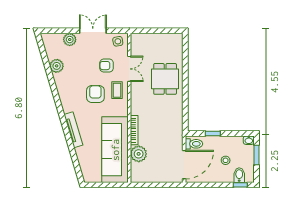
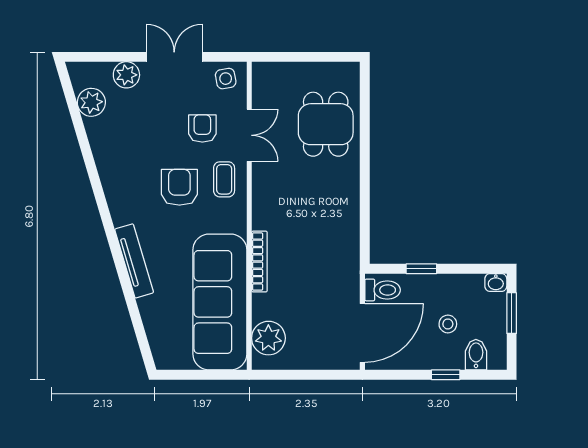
plant: (57, 66) -> (91, 102), moved
armchair: (107, 66) -> (202, 128), turned 90
dining table: (165, 79) -> (326, 124), moved
plant: (139, 154) -> (268, 338), moved
window: (240, 185) -> (446, 375), moved

